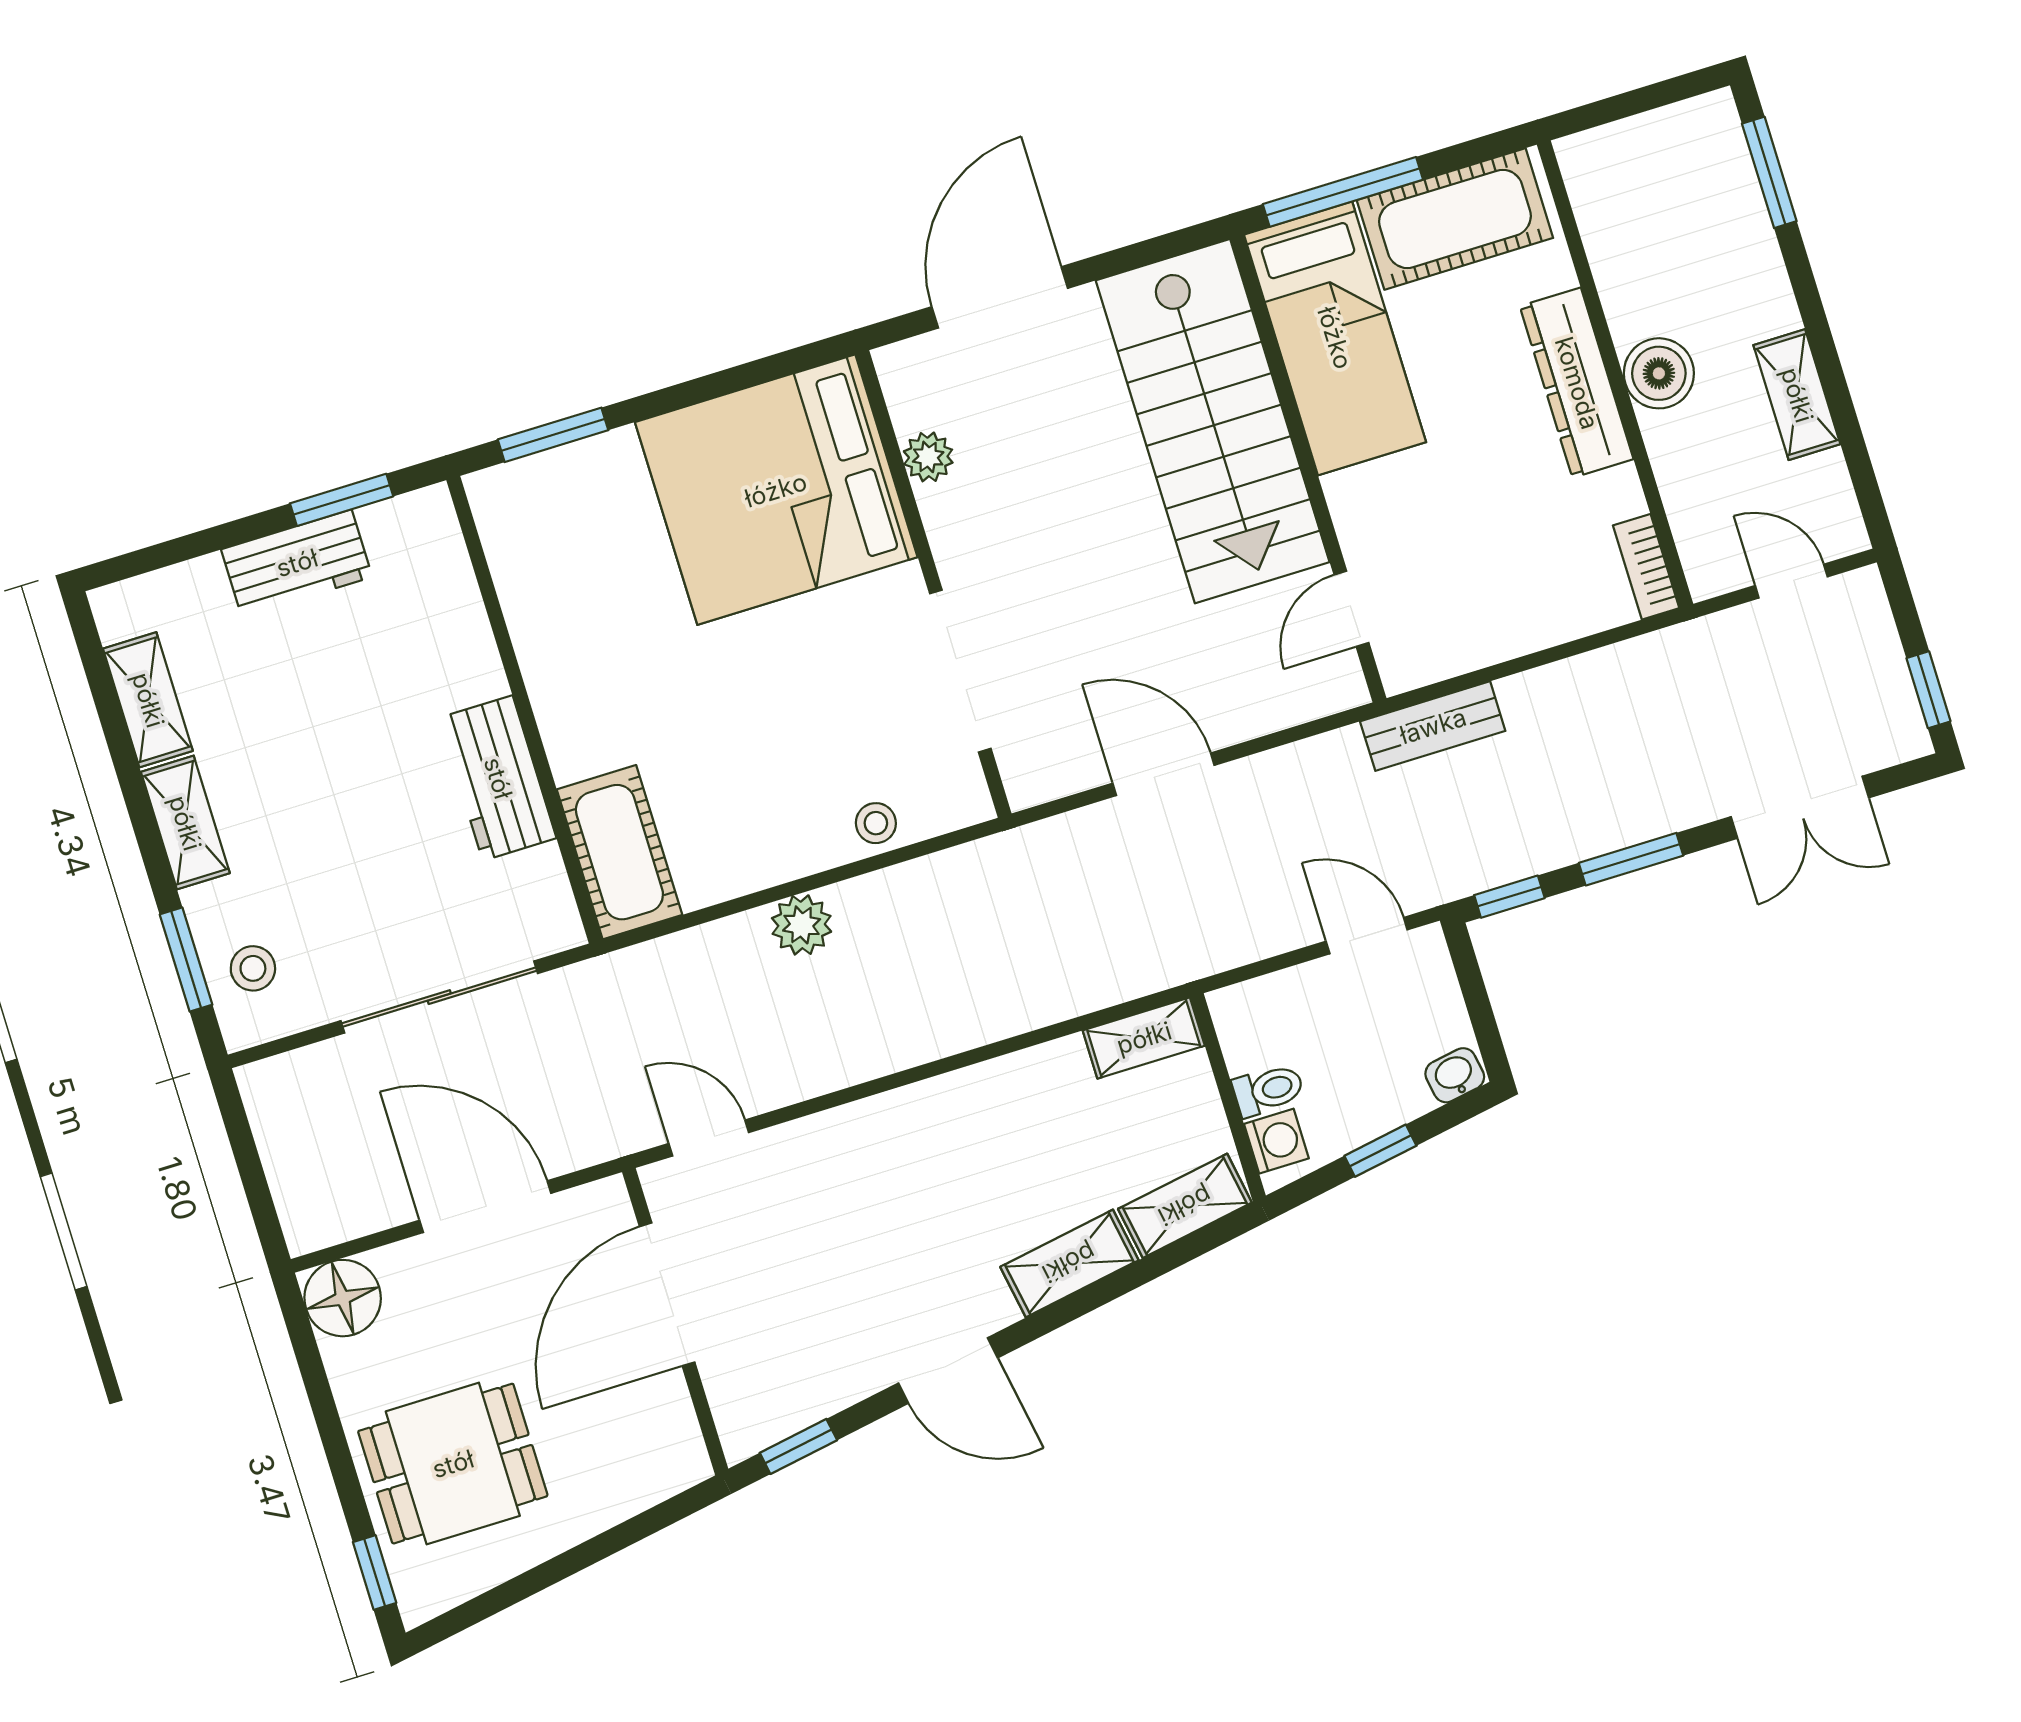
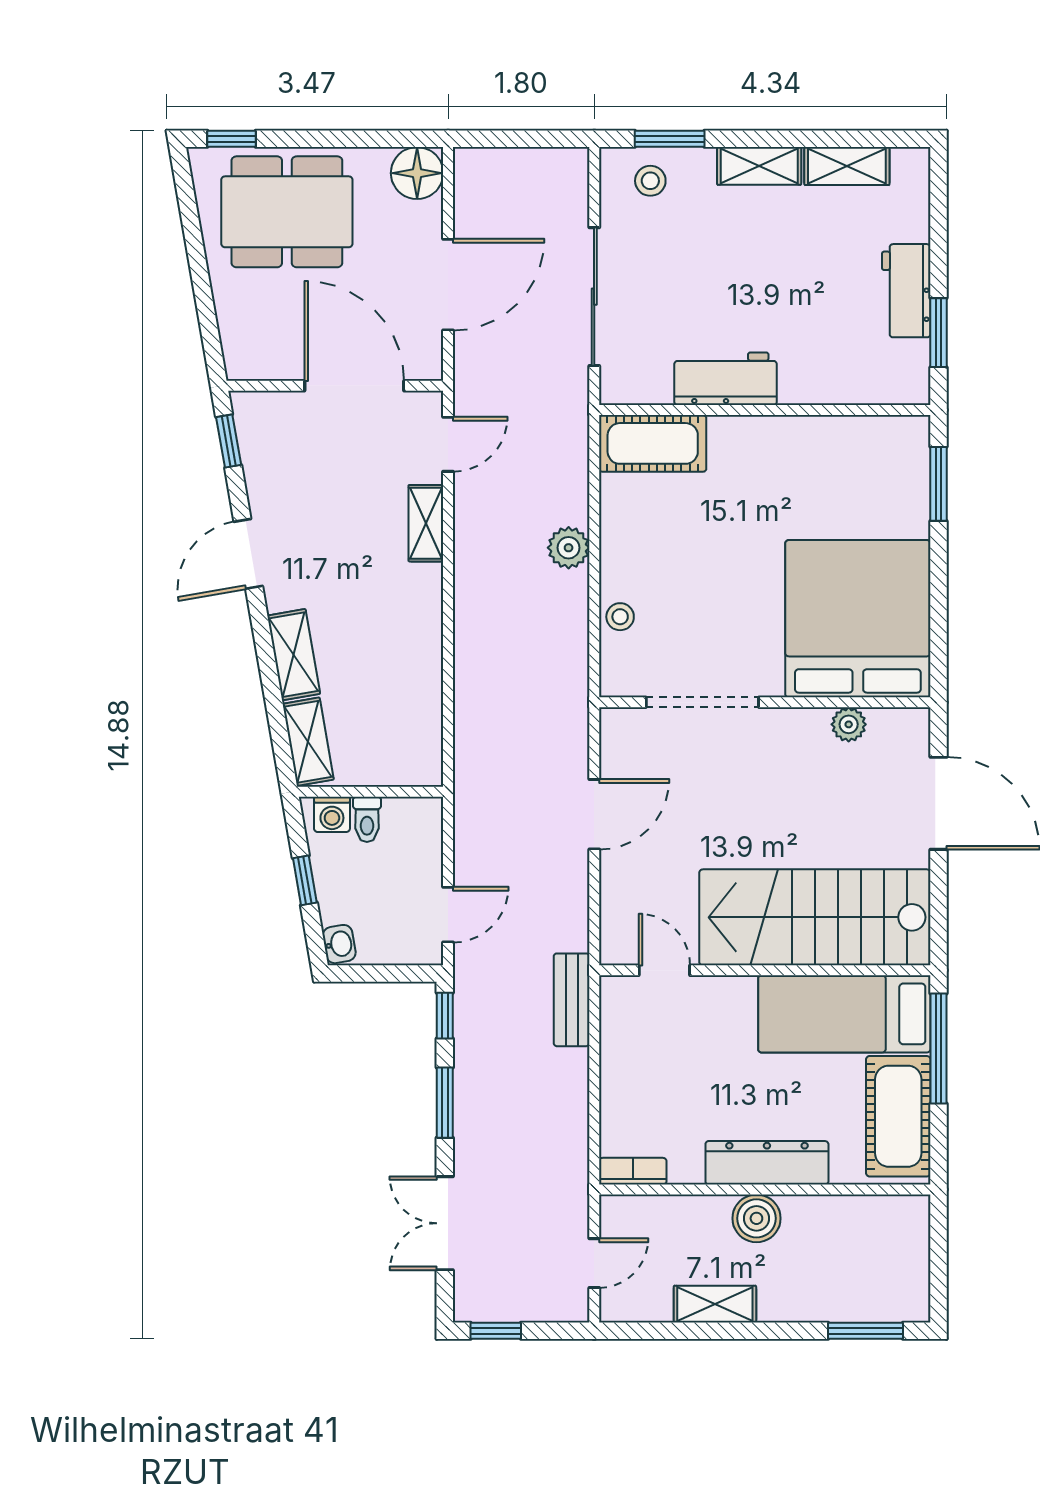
shelving: (1144, 1038) -> (426, 523), moved
dining table: (453, 1464) -> (287, 212), width x1.38

